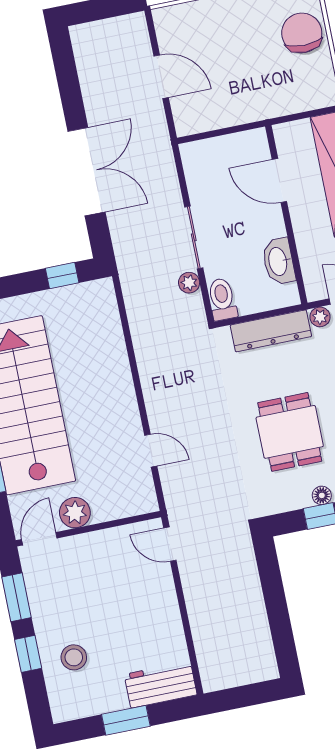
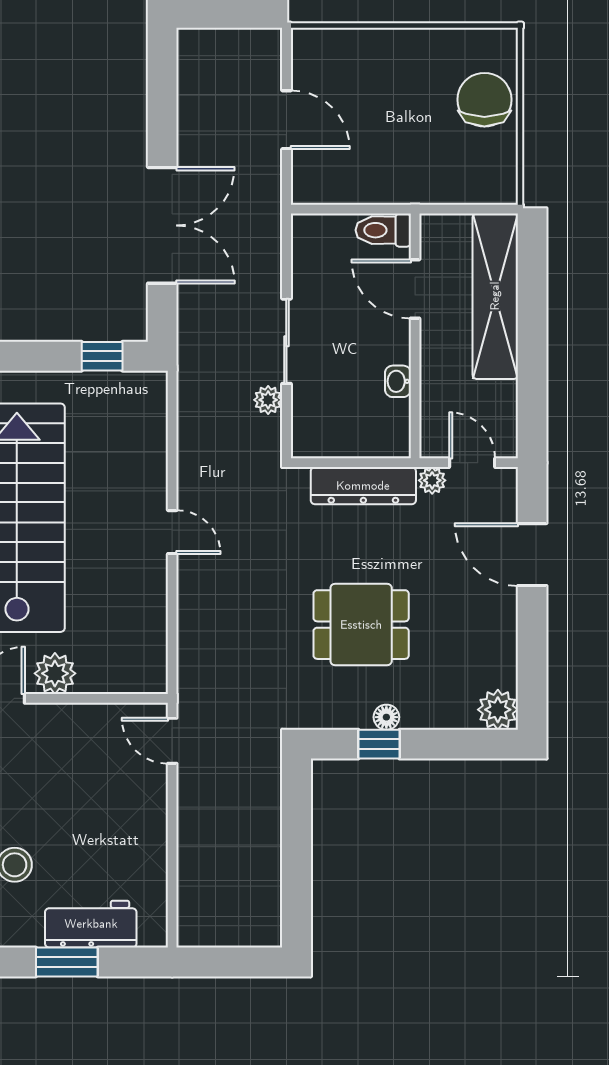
washbasin: (279, 261) -> (398, 381), width x0.52, depth x0.69
toilet: (222, 299) -> (383, 230), moved, turned -90
dining table: (290, 432) -> (361, 625), turned 90
door: (151, 451) -> (172, 532), moved
workbench: (161, 685) -> (91, 924), moved

